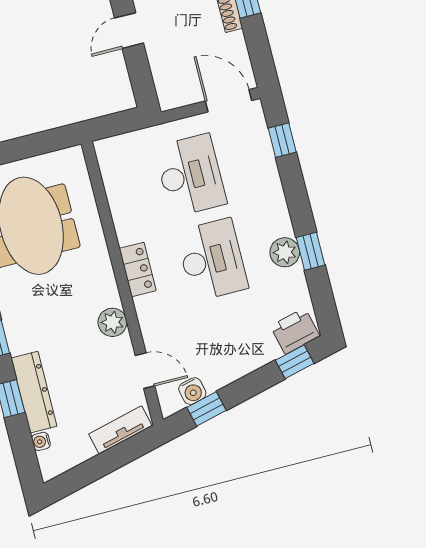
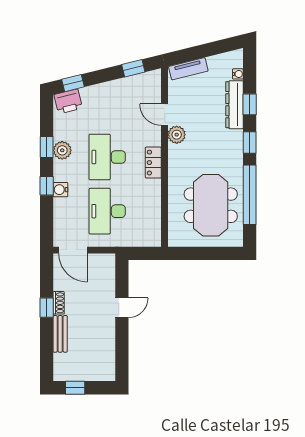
window: (282, 140) -> (47, 186), moved
door: (145, 371) -> (165, 115), moved
water cooler: (192, 391) -> (60, 190), moved, turned -76

